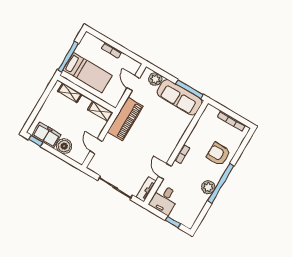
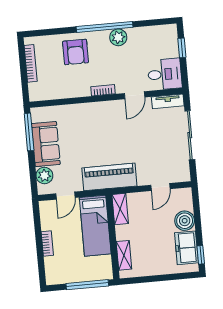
bed: (88, 73) -> (95, 226), moved, turned 180
sofa: (179, 97) -> (46, 144), width x0.73

